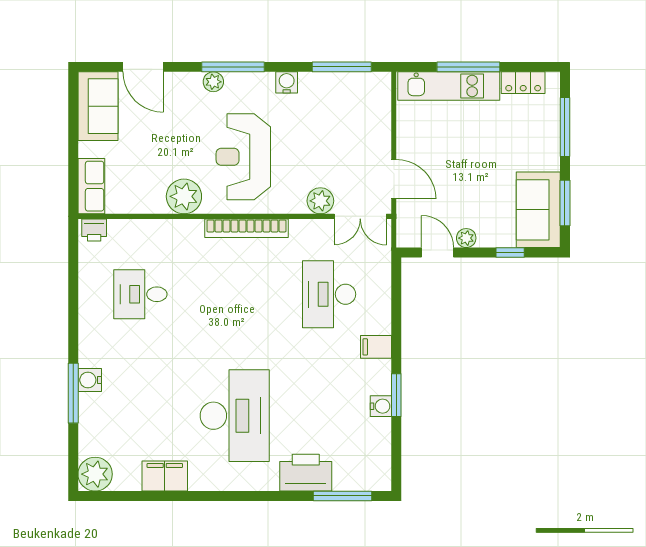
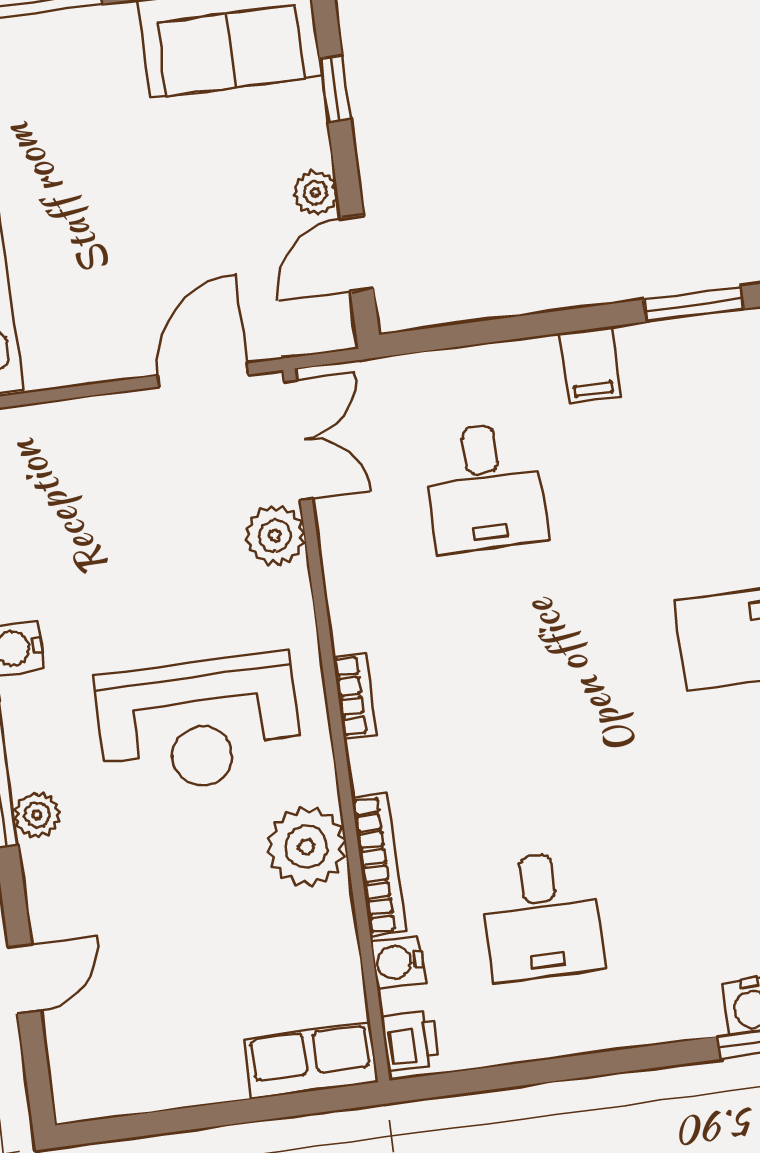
door: (143, 67) -> (24, 979), width x0.73
sofa: (98, 106) -> (127, 1070), removed
bookcase: (172, 227) -> (379, 864), added
bookcase: (247, 228) -> (355, 696), width x0.43, depth x0.76
desk: (329, 294) -> (485, 487), width x0.73
water cooler: (381, 406) -> (398, 962), moved, turned -90

